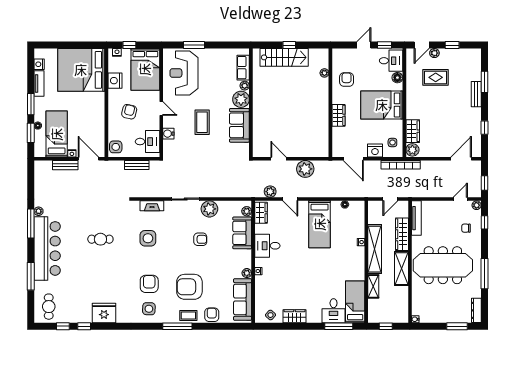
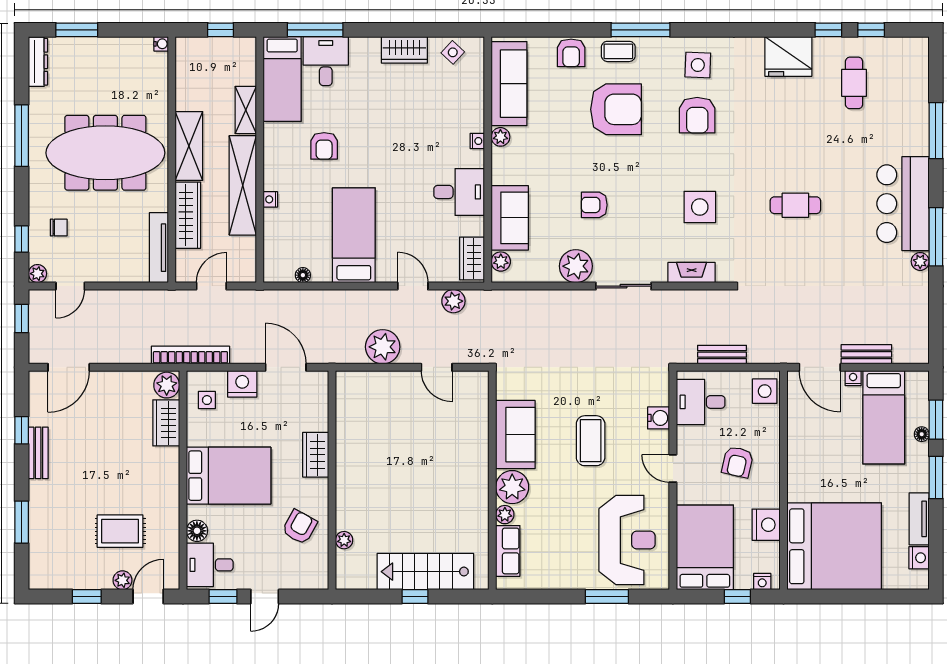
armchair: (347, 79) -> (300, 527), turned -151
bench: (476, 94) -> (38, 453), moved
bar counter: (47, 248) -> (903, 204), width x0.73
armchair: (334, 269) -> (324, 146), added
cafe table: (49, 307) -> (854, 83), moved

